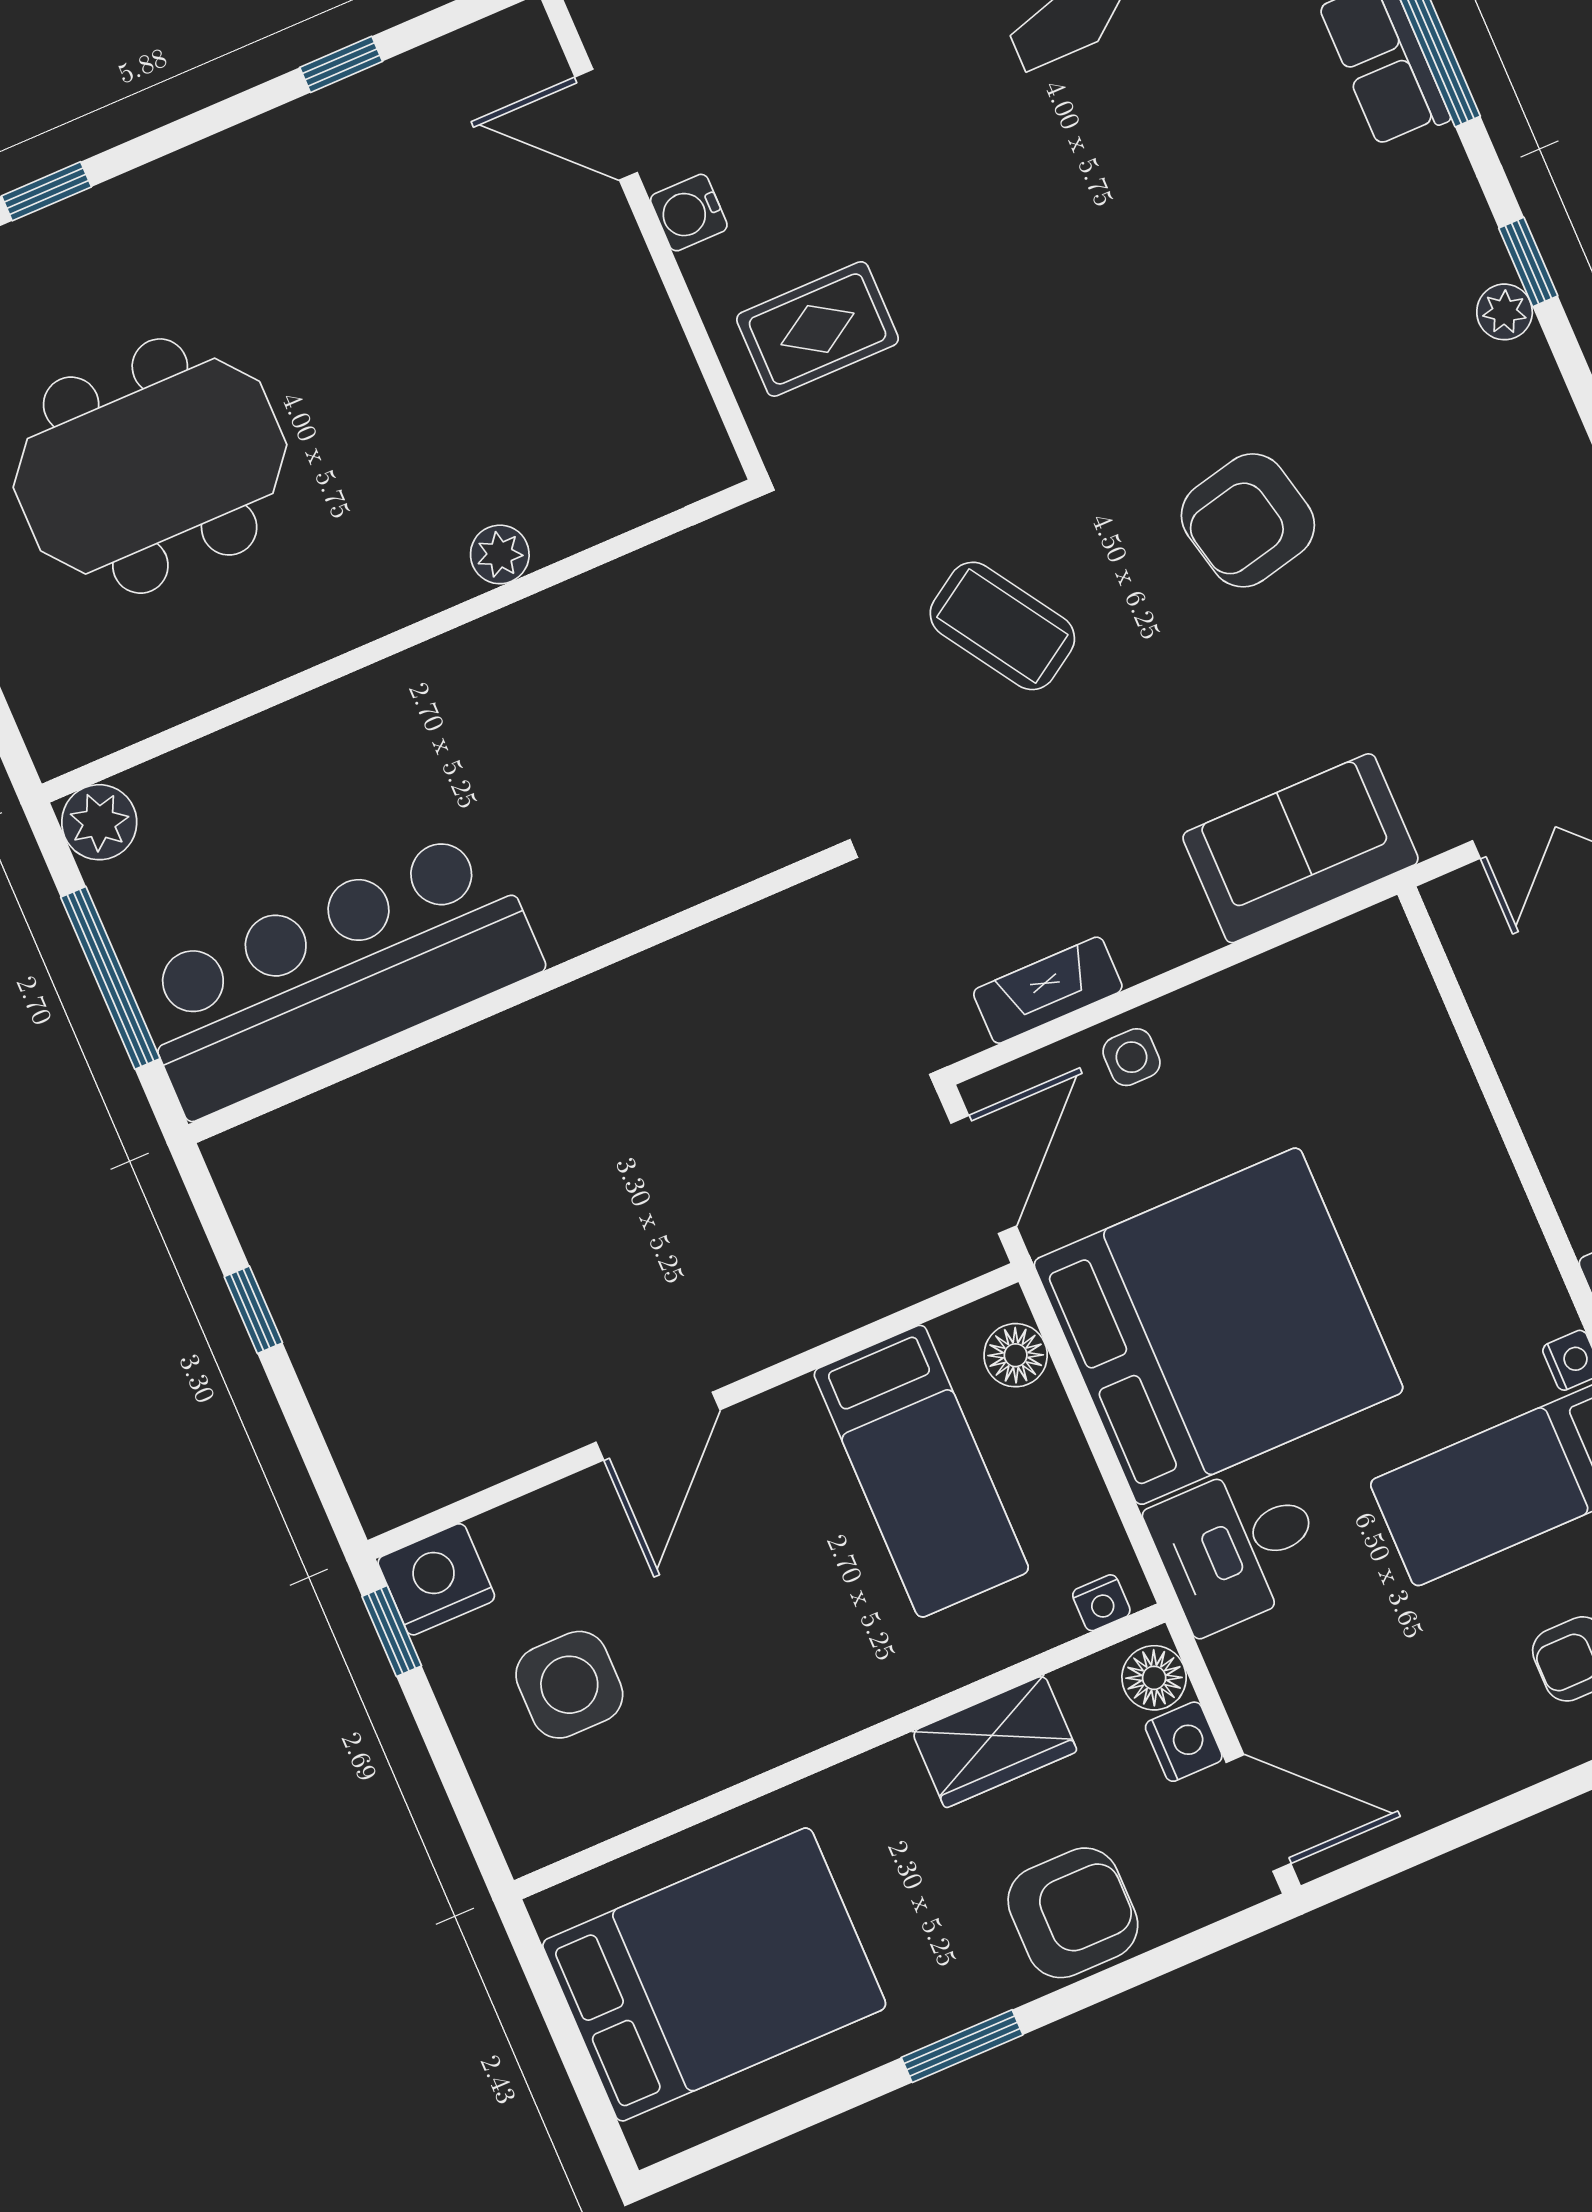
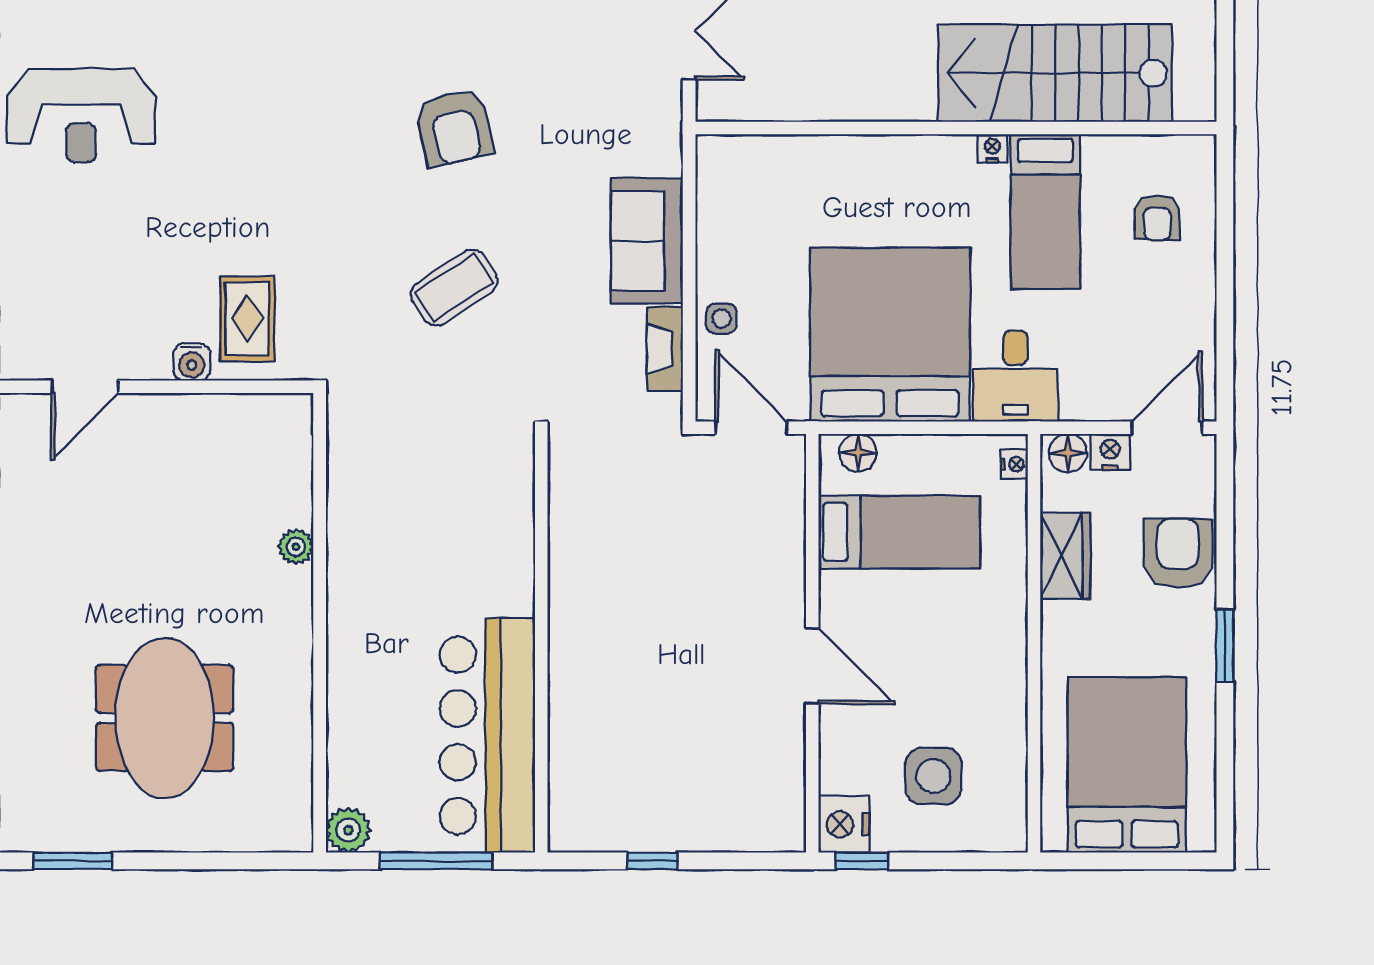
water cooler: (689, 213) -> (192, 362), moved
sofa: (1300, 848) -> (647, 241), moved

